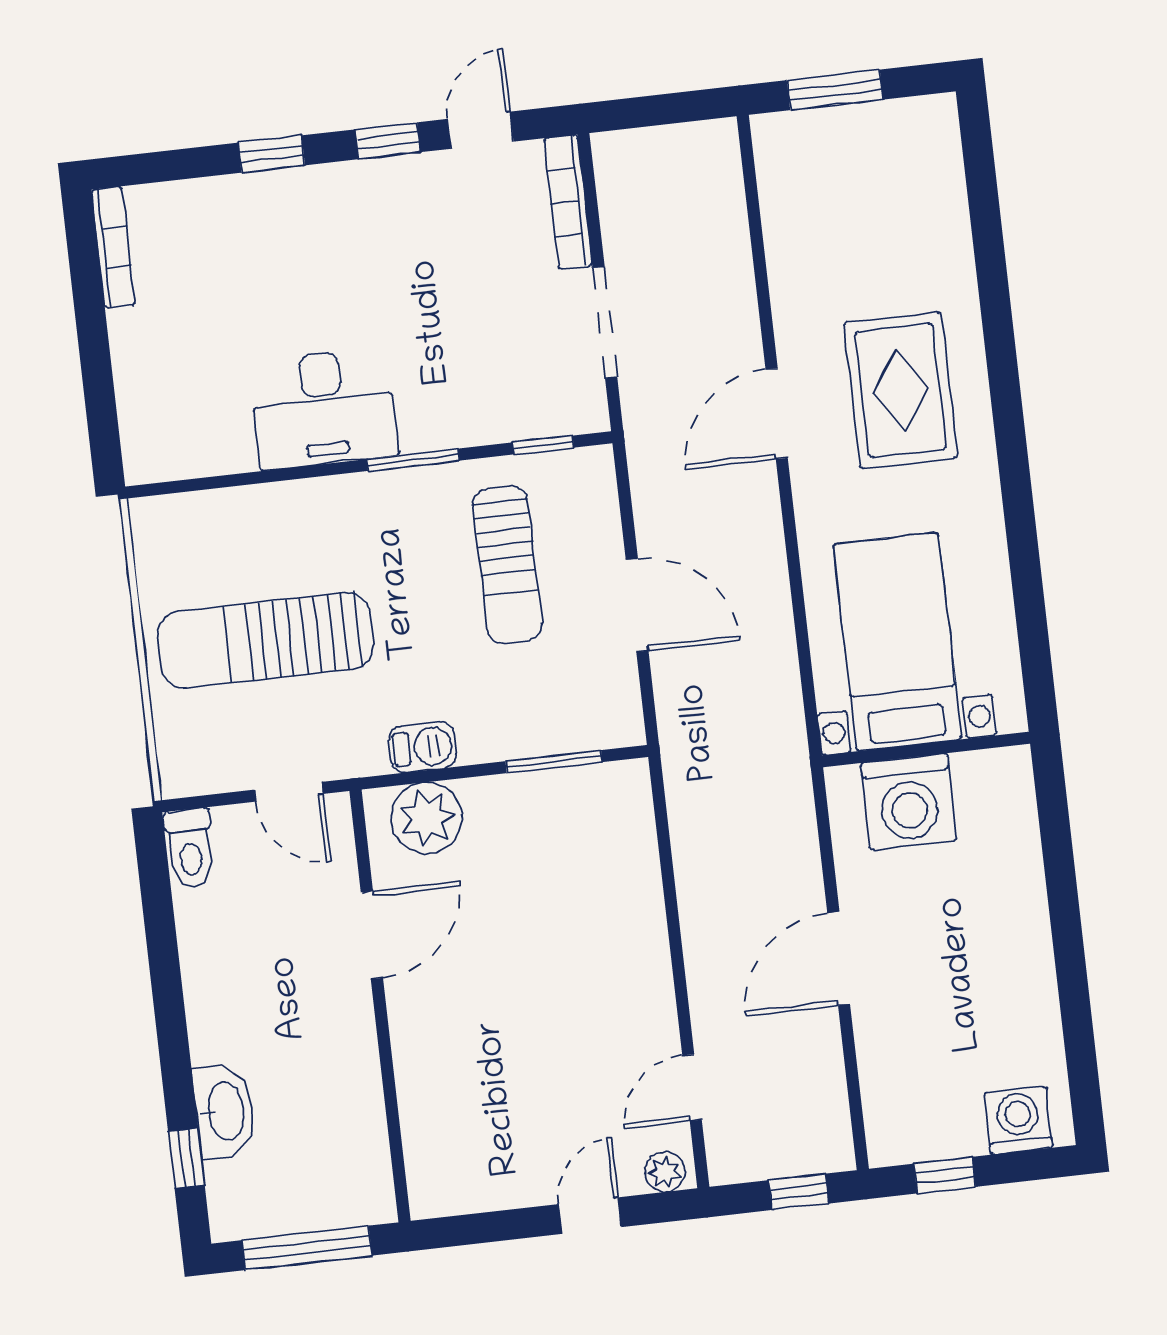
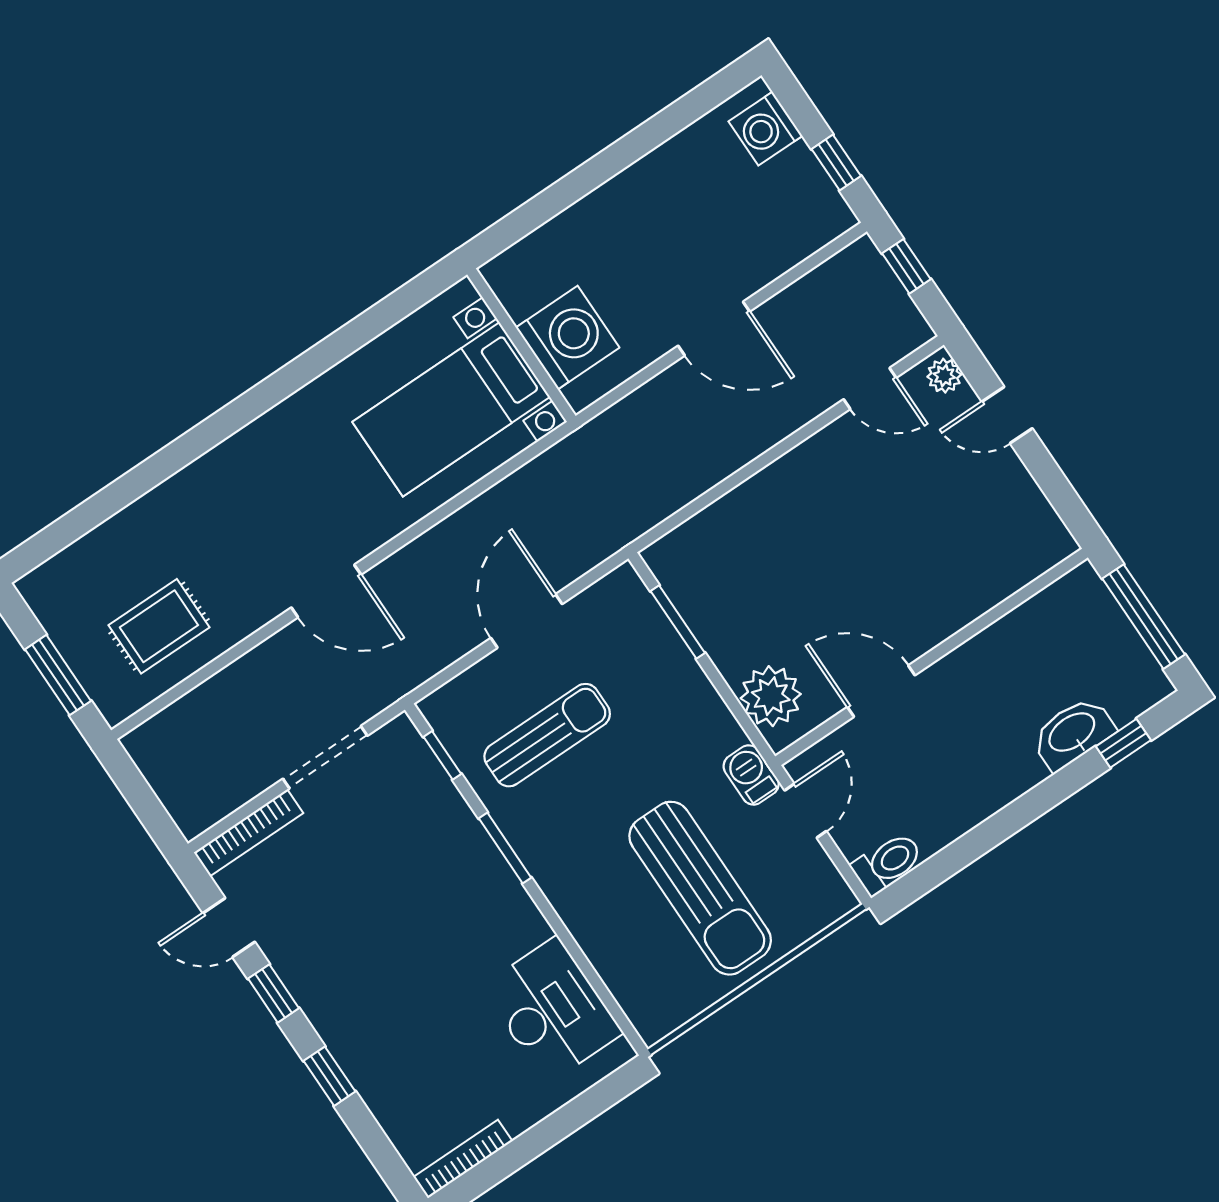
rug: (901, 390) -> (159, 626), moved, width x0.73, depth x0.70
desk: (324, 409) -> (552, 1010), moved
barbecue: (422, 747) -> (751, 775), moved

